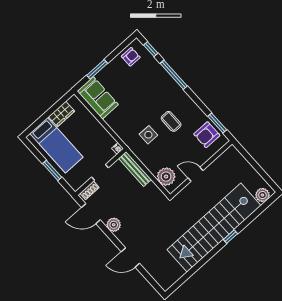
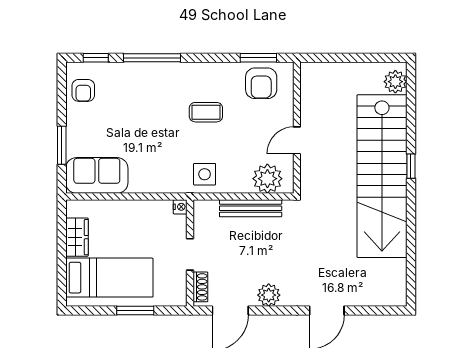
armchair: (131, 57) -> (83, 90), turned 180
side table: (148, 135) -> (205, 174), moved
bench: (135, 169) -> (251, 208), moved

